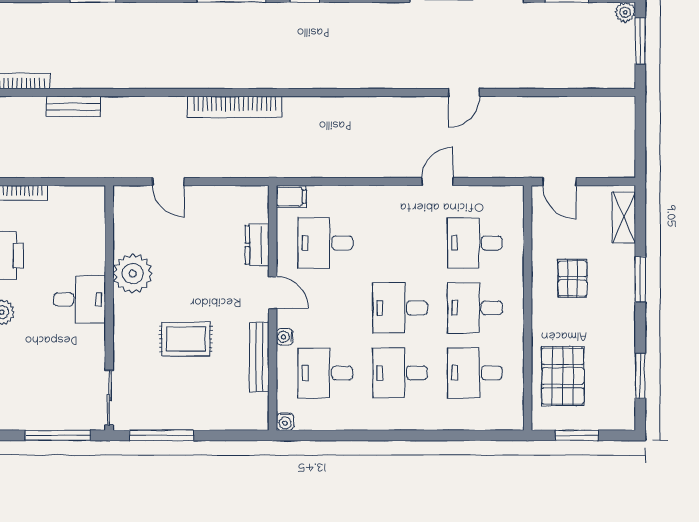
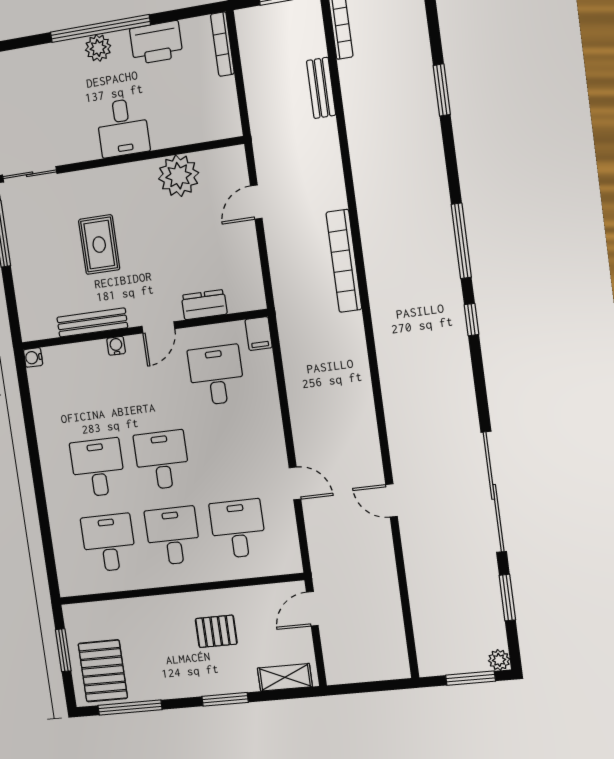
plant: (133, 274) -> (179, 176), moved
desk: (325, 373) -> (87, 392), removed
pallet: (563, 376) -> (103, 671), moved, turned 90
window: (640, 376) -> (130, 707), width x1.44

